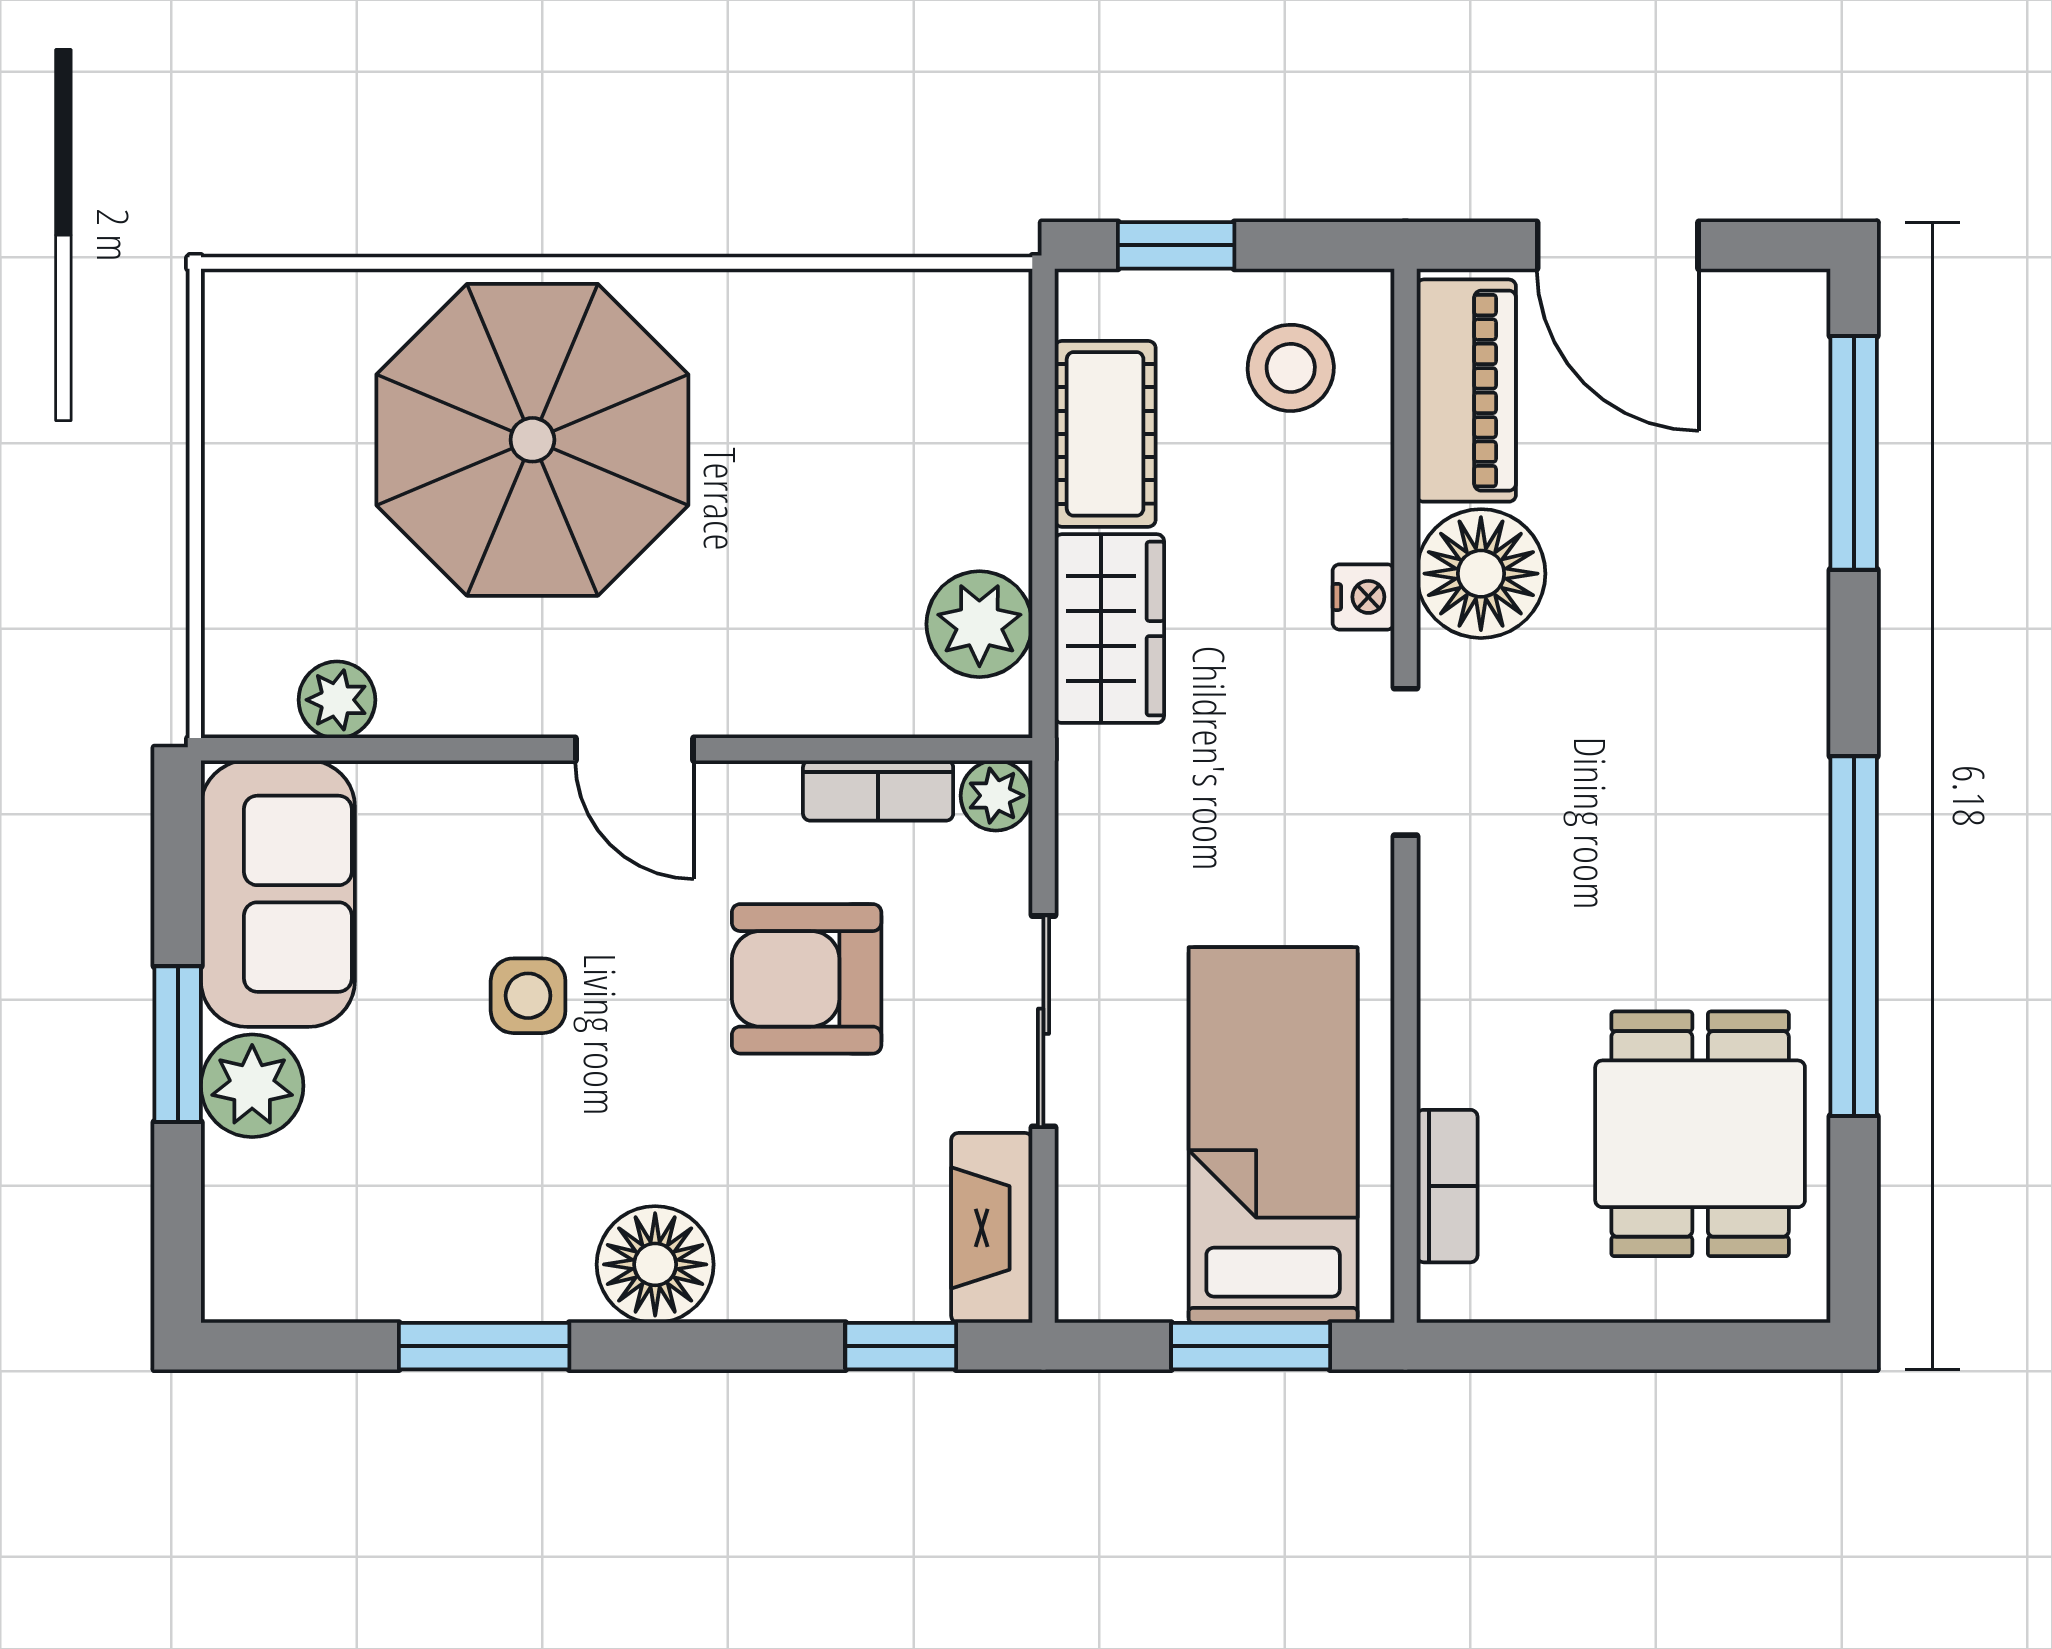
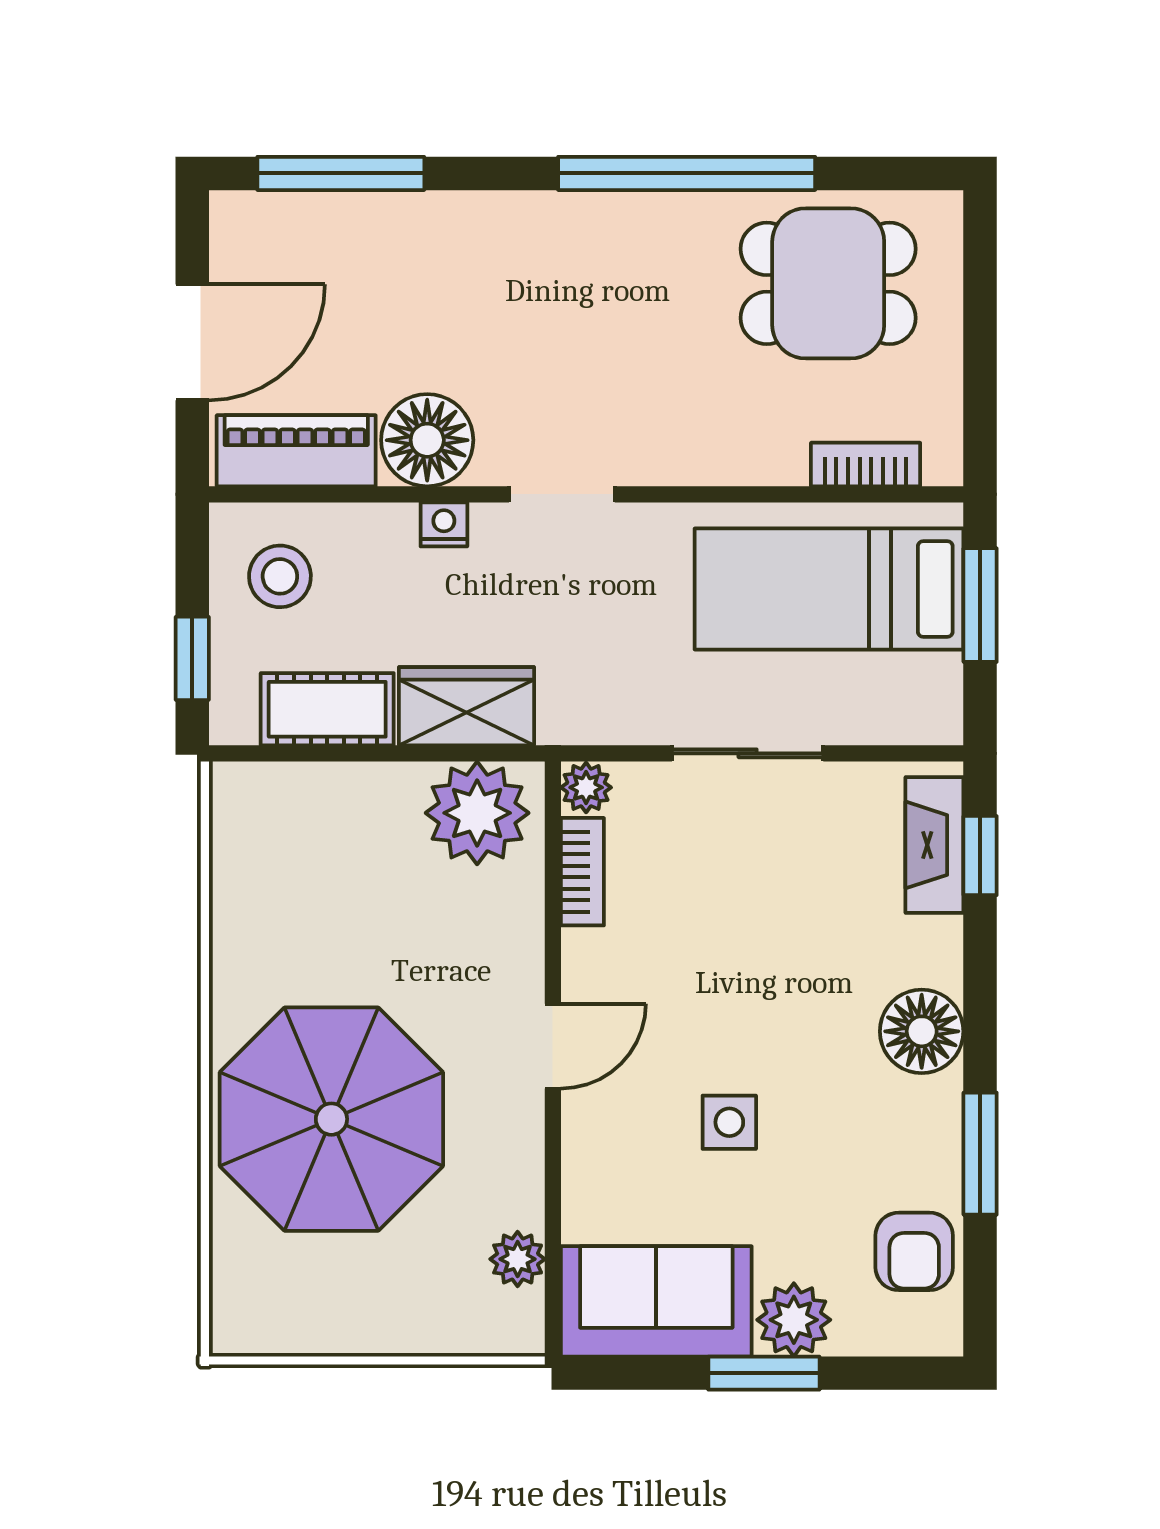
plant: (979, 624) -> (477, 813), width x1.36, depth x1.36
armchair: (807, 979) -> (914, 1251), moved, width x0.72, depth x0.72
fireplace: (992, 1228) -> (934, 845), moved, turned 90

